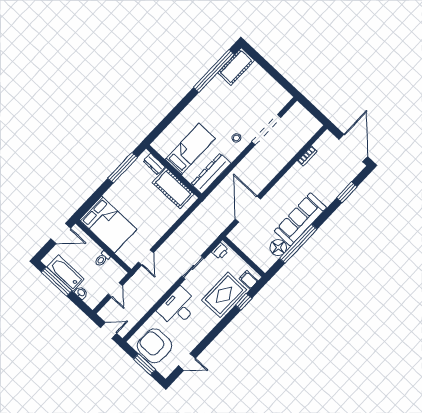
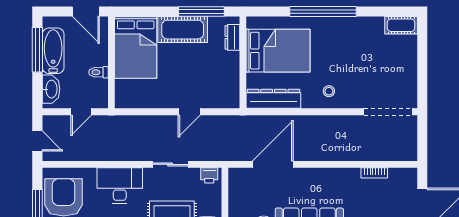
cot: (236, 67) -> (401, 25), width x0.73, depth x0.75
window: (214, 71) -> (323, 11), moved
doorway: (266, 130) -> (388, 112), moved
bed: (190, 149) -> (278, 51), width x1.50
cot: (173, 188) -> (183, 30), moved, turned 90
door: (146, 257) -> (189, 112), moved
washbasin: (81, 293) -> (51, 89), width x1.91, depth x1.45

